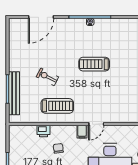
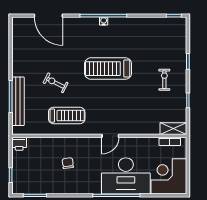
door: (41, 17) -> (48, 16), hinge flipped
treadmill: (94, 64) -> (108, 69), width x1.37, depth x1.38
printer: (44, 131) -> (19, 144), moved
filing cabinet: (82, 132) -> (94, 144), removed

